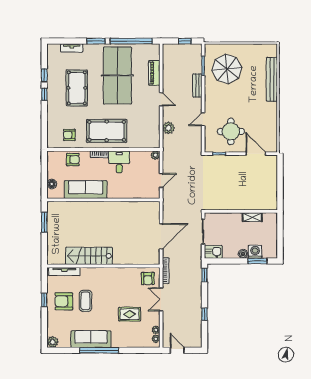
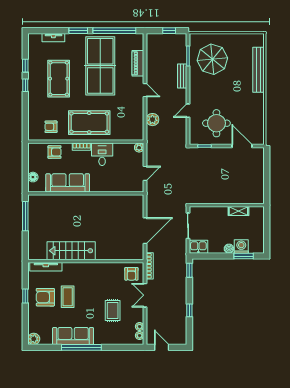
window: (44, 222) -> (25, 216), width x1.44
rug: (130, 314) -> (113, 310), turned 90

